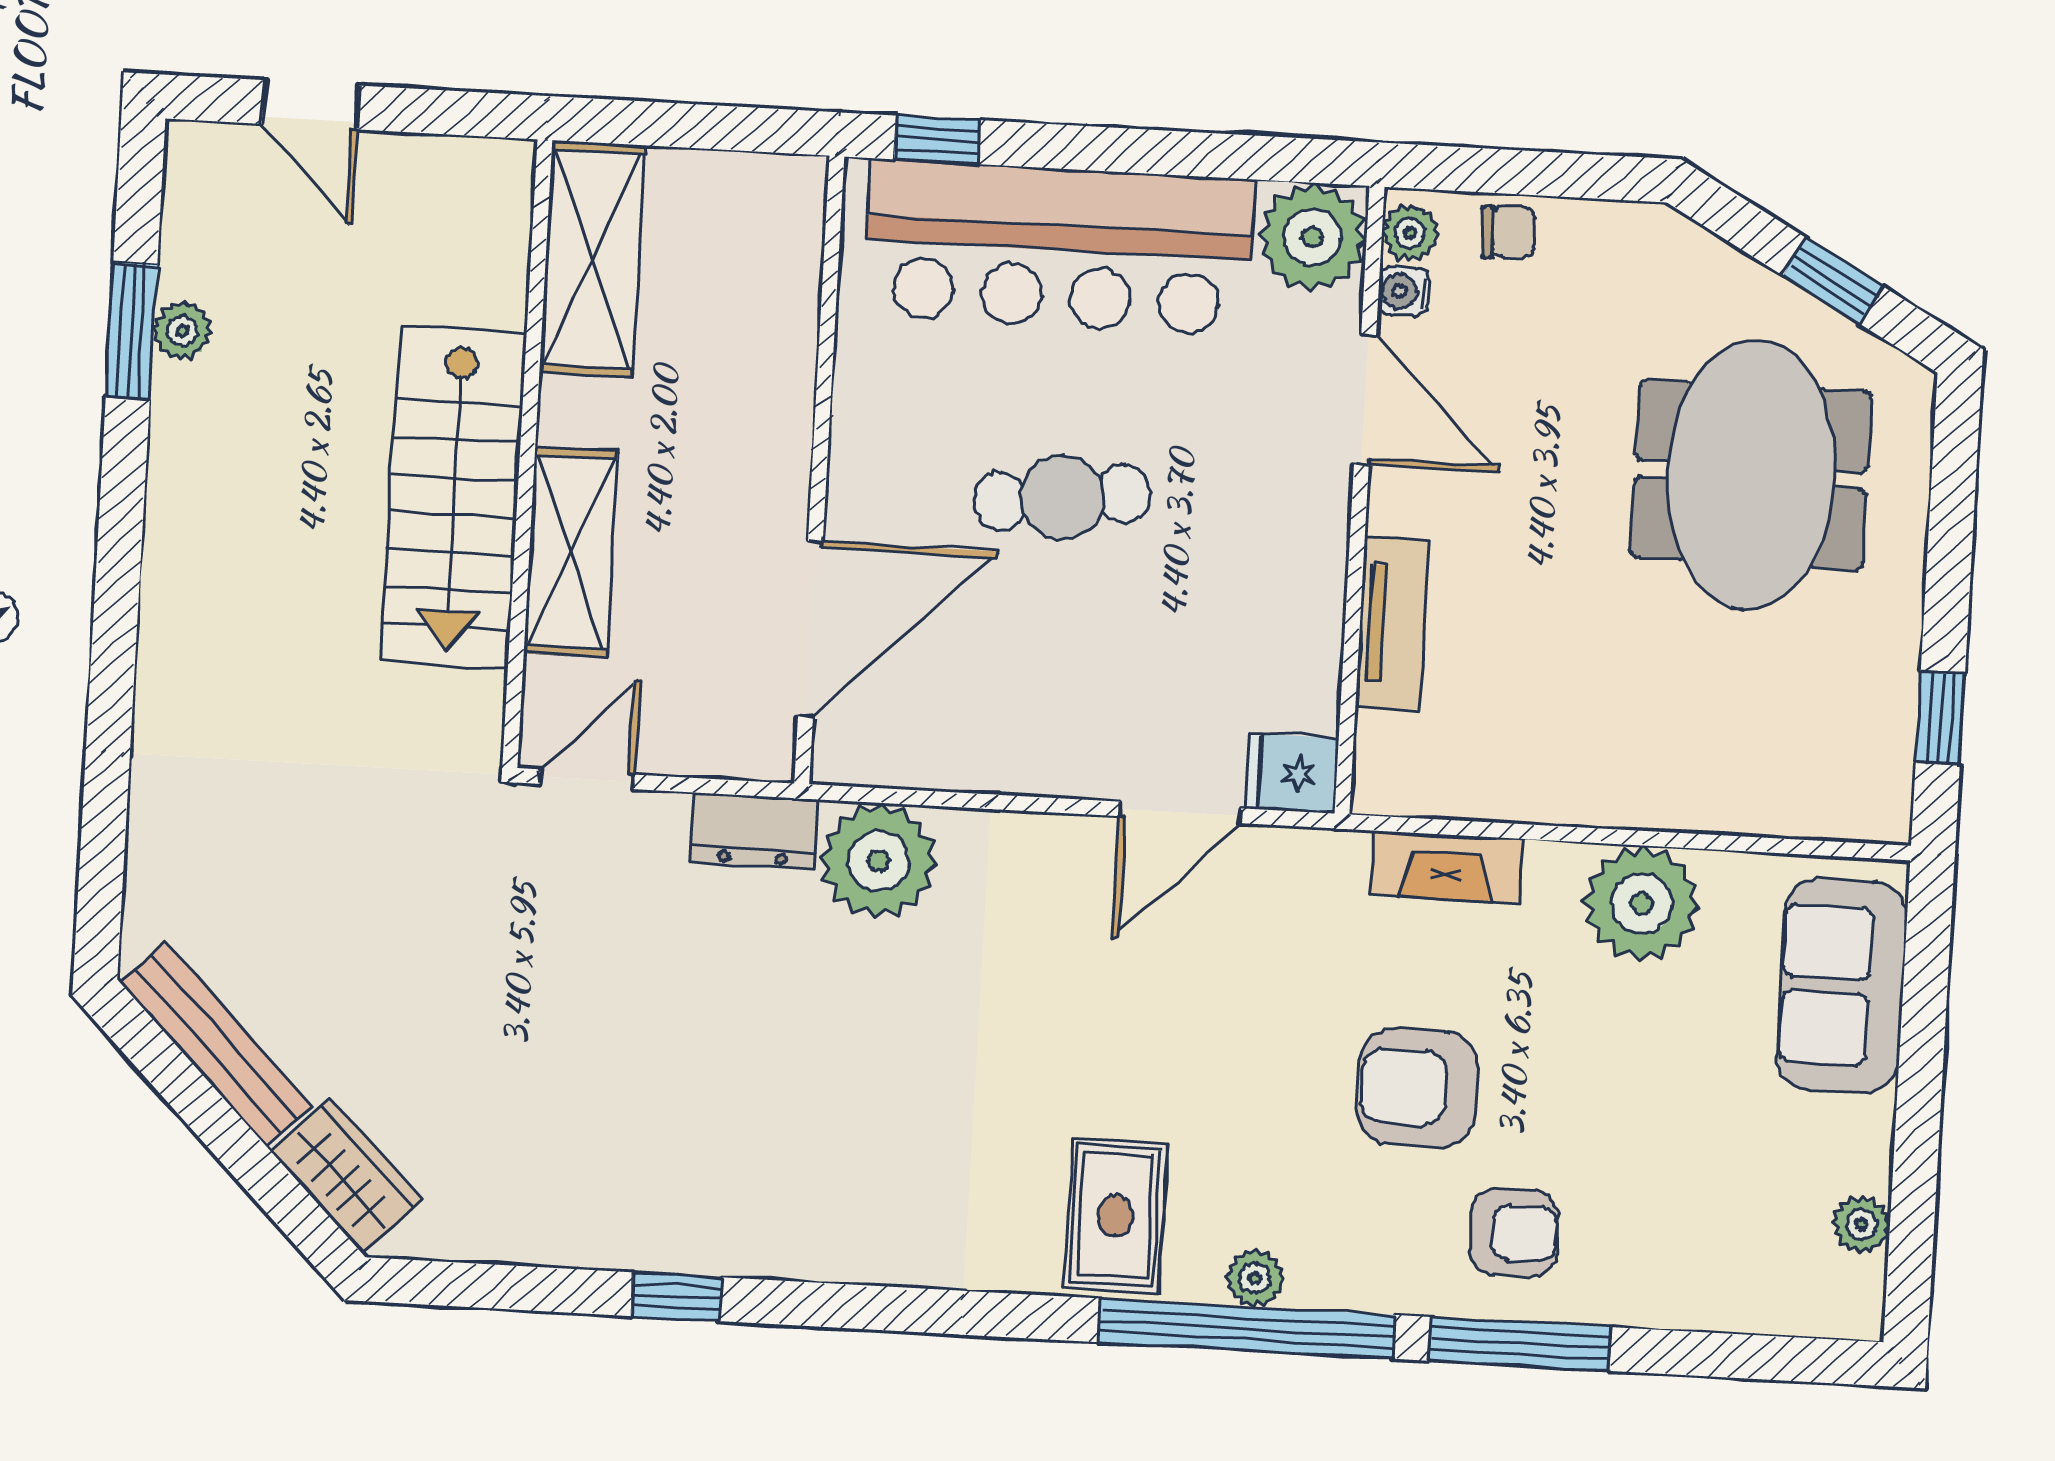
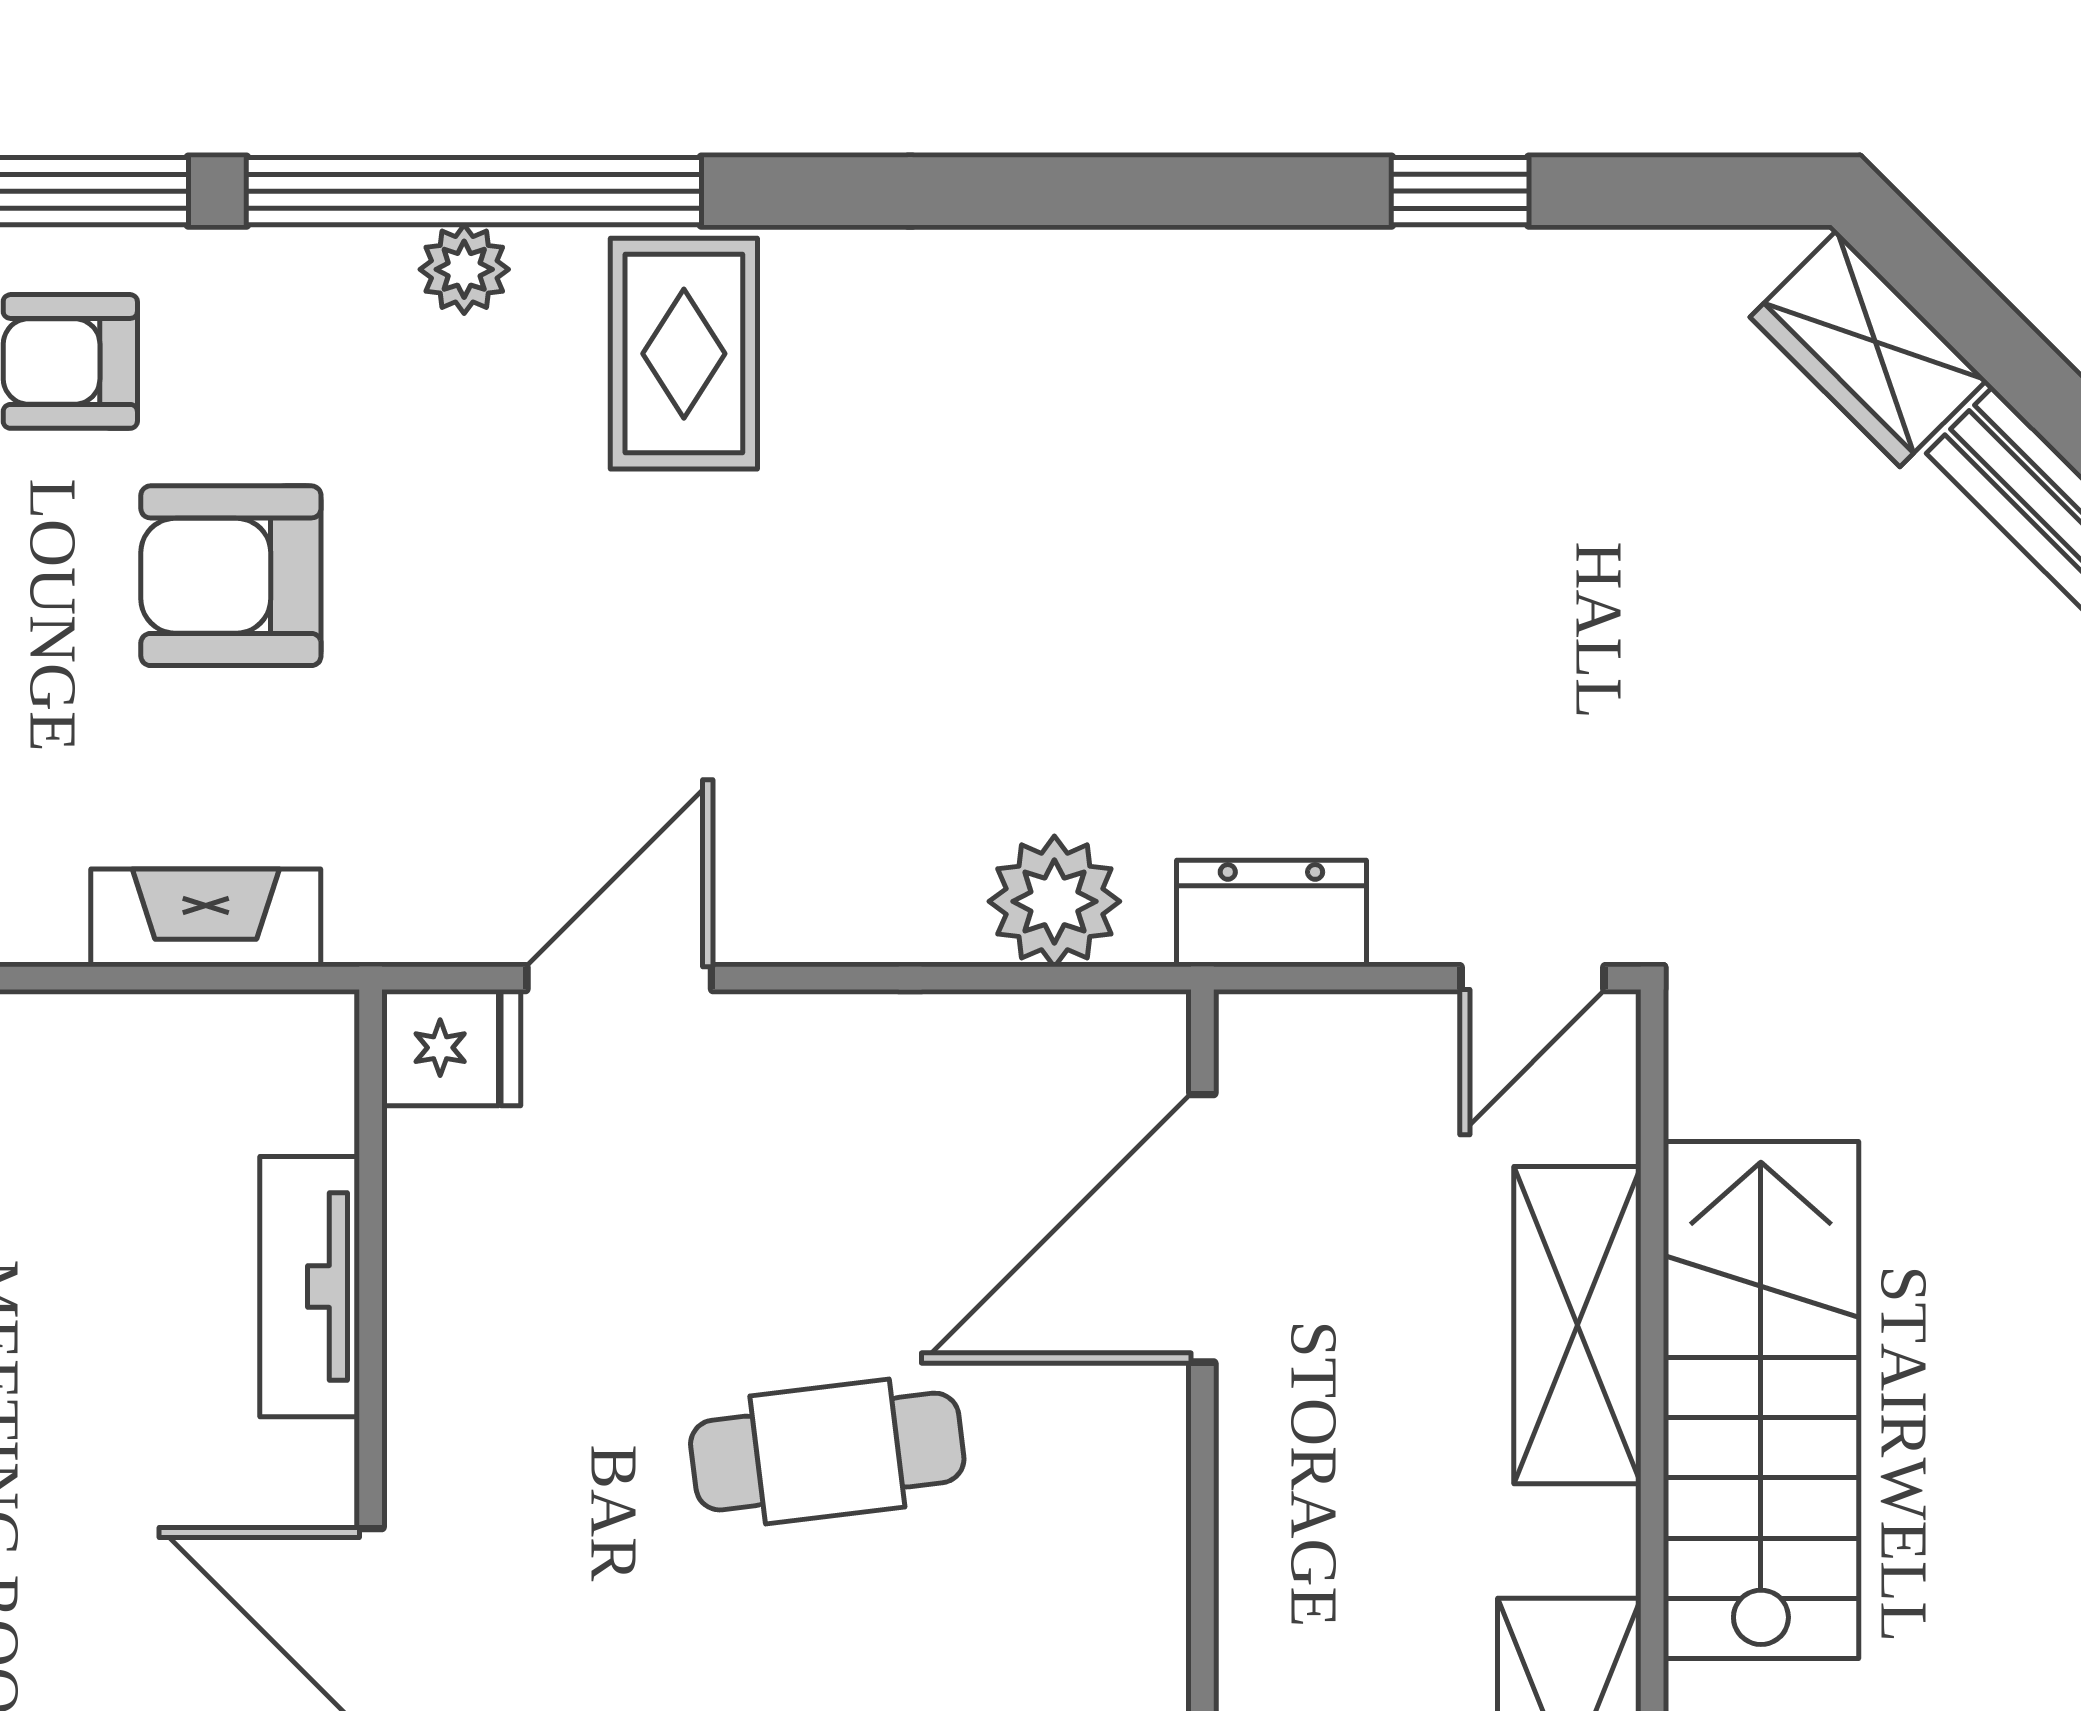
plant: (878, 861) -> (1054, 901), width x0.73, depth x0.73
armchair: (1417, 1088) -> (231, 576), turned 180
window: (677, 1297) -> (1460, 191), moved

